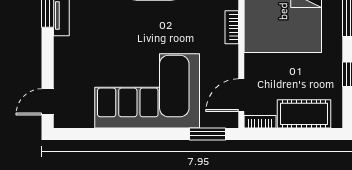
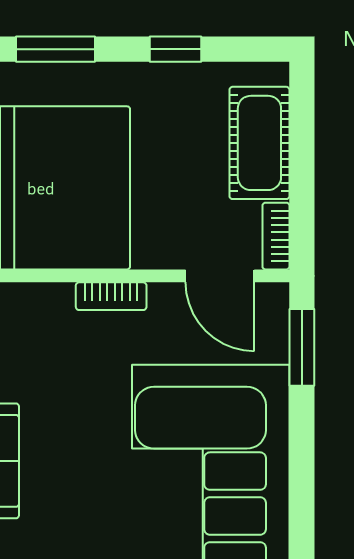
bookcase: (232, 27) -> (111, 296), moved

